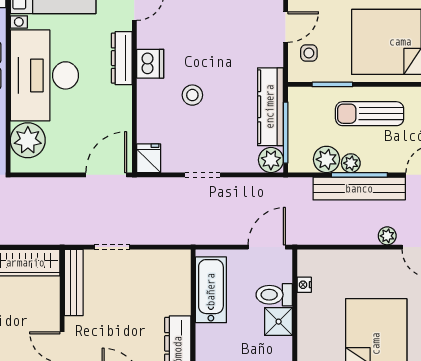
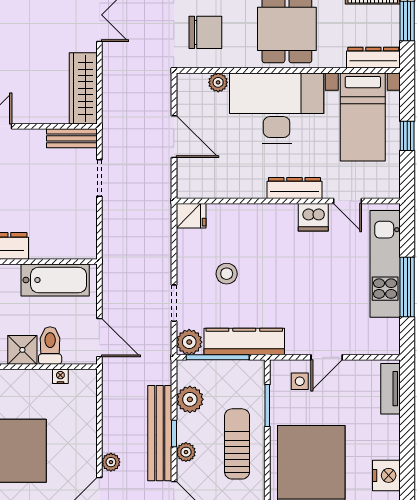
door: (286, 27) -> (327, 357), hinge flipped
dishwasher: (150, 64) -> (313, 217), moved
stool: (192, 95) -> (227, 274), moved
plant: (28, 140) -> (218, 82), width x0.53, depth x0.53
plant: (351, 163) -> (186, 452), moved
door: (106, 175) -> (174, 137), moved
doorway: (203, 175) -> (174, 303), moved
window: (359, 175) -> (174, 433), width x0.46
bench: (74, 282) -> (72, 138), width x0.73

